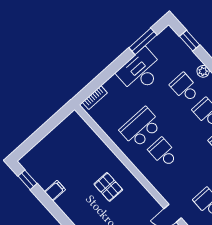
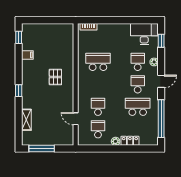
window: (143, 41) -> (138, 20), removed
desk: (141, 71) -> (144, 34), moved
school desk: (163, 153) -> (98, 107), moved

